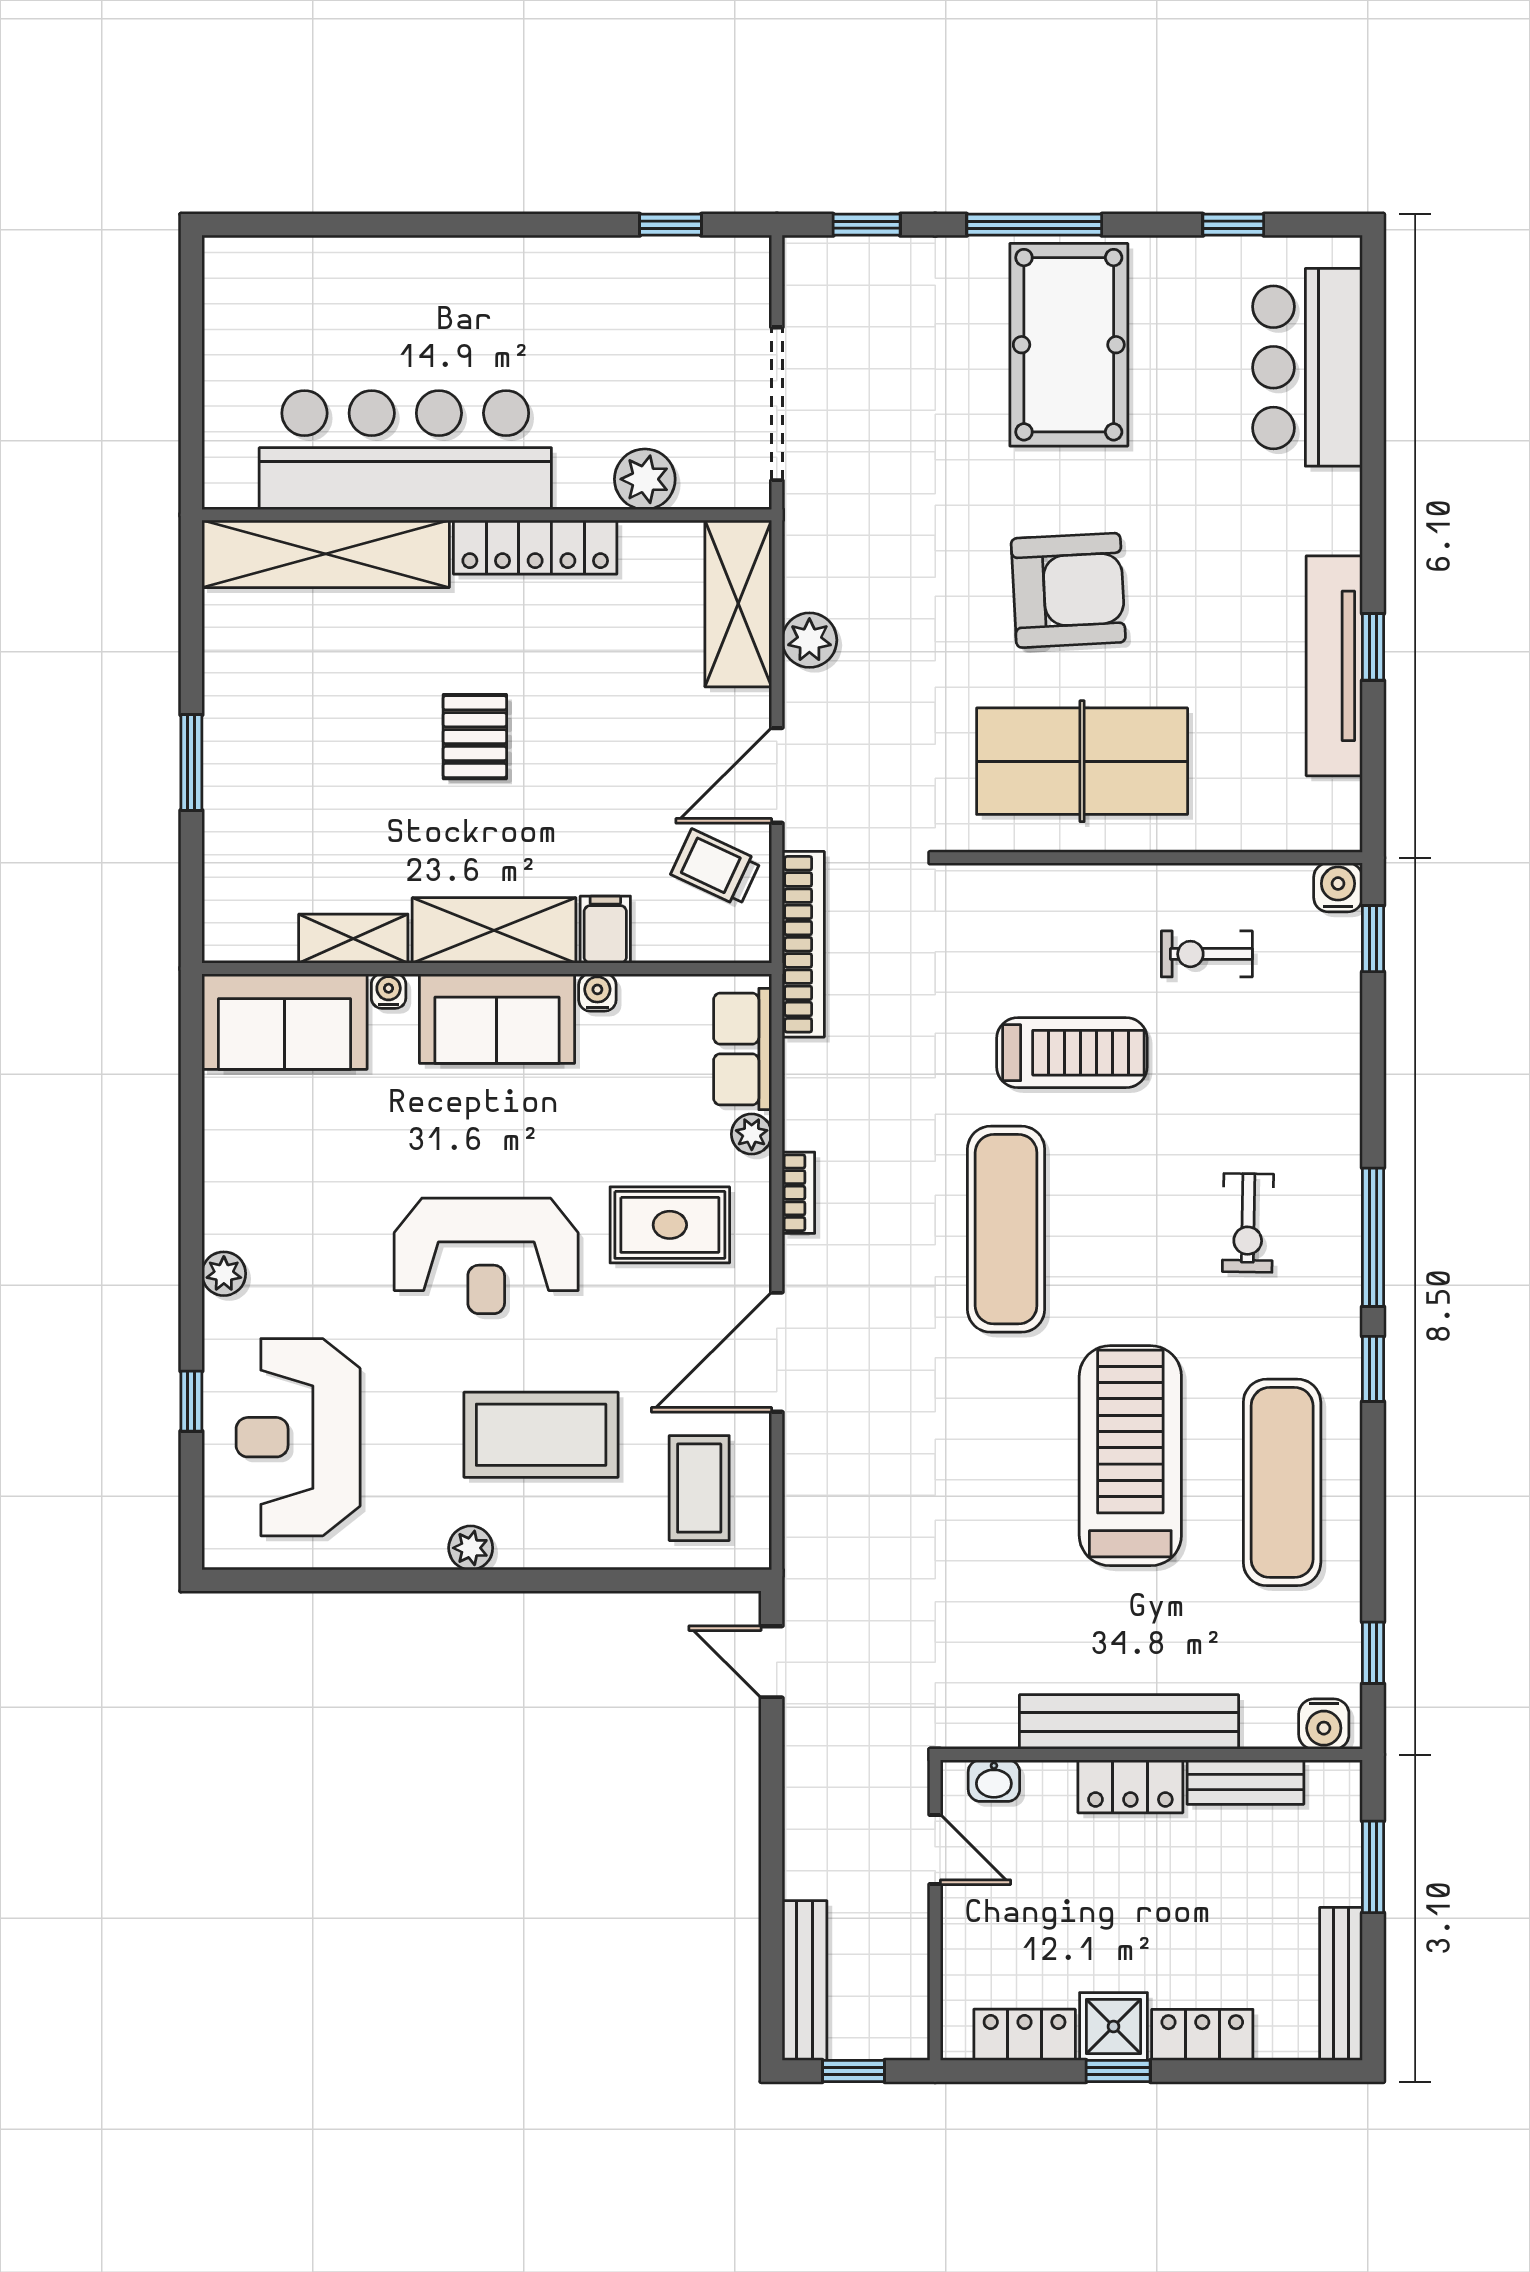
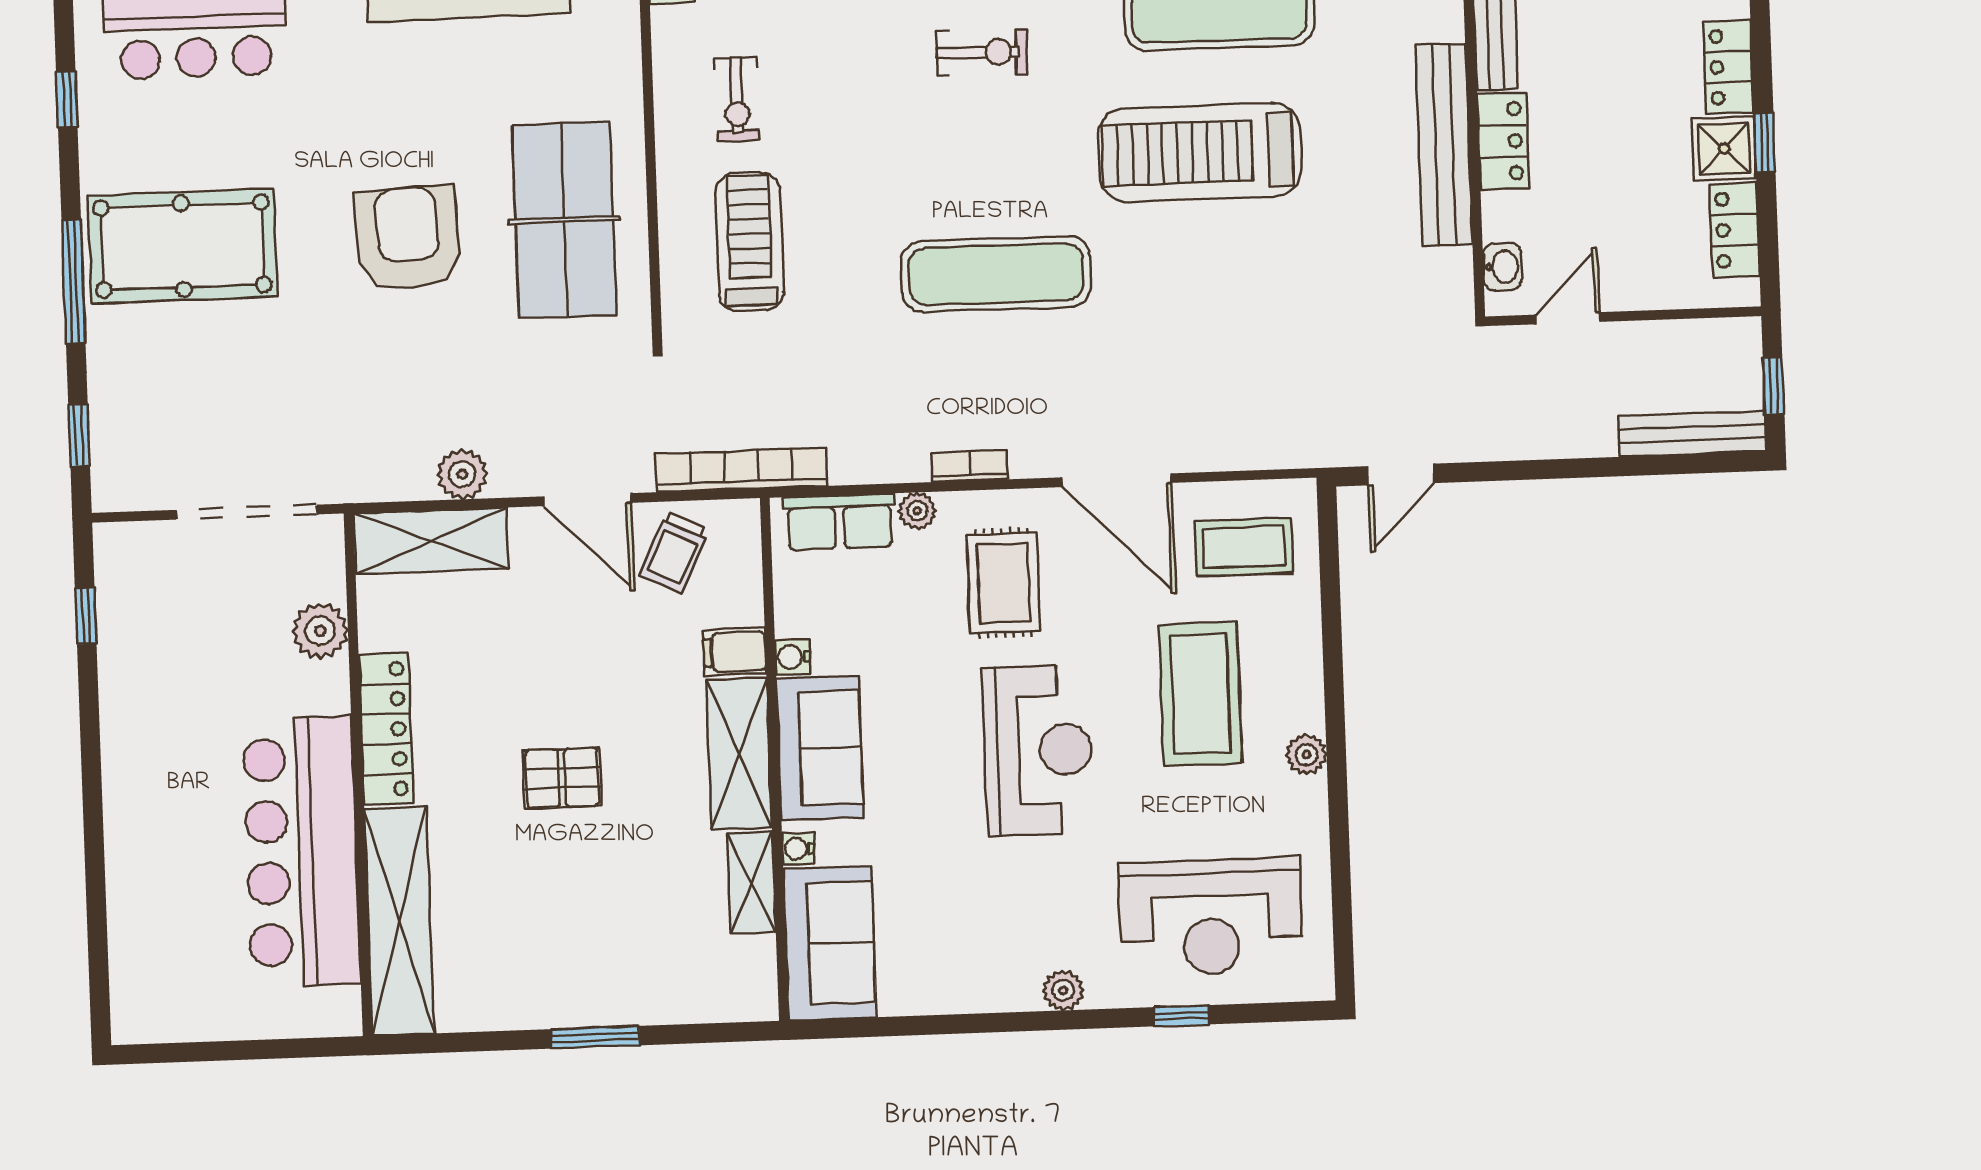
treadmill: (1072, 1053) -> (749, 242), moved

